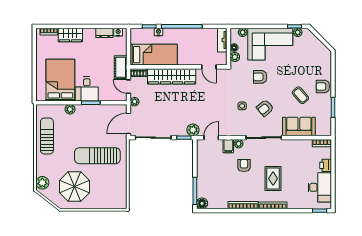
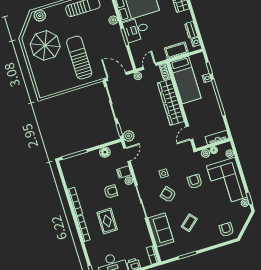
cot: (121, 67) -> (176, 50), moved
armchair: (323, 86) -> (226, 230), moved
door: (211, 138) -> (127, 155), hinge flipped
rug: (273, 179) -> (107, 221), turned 90
floor lamp: (202, 203) -> (105, 152), moved

